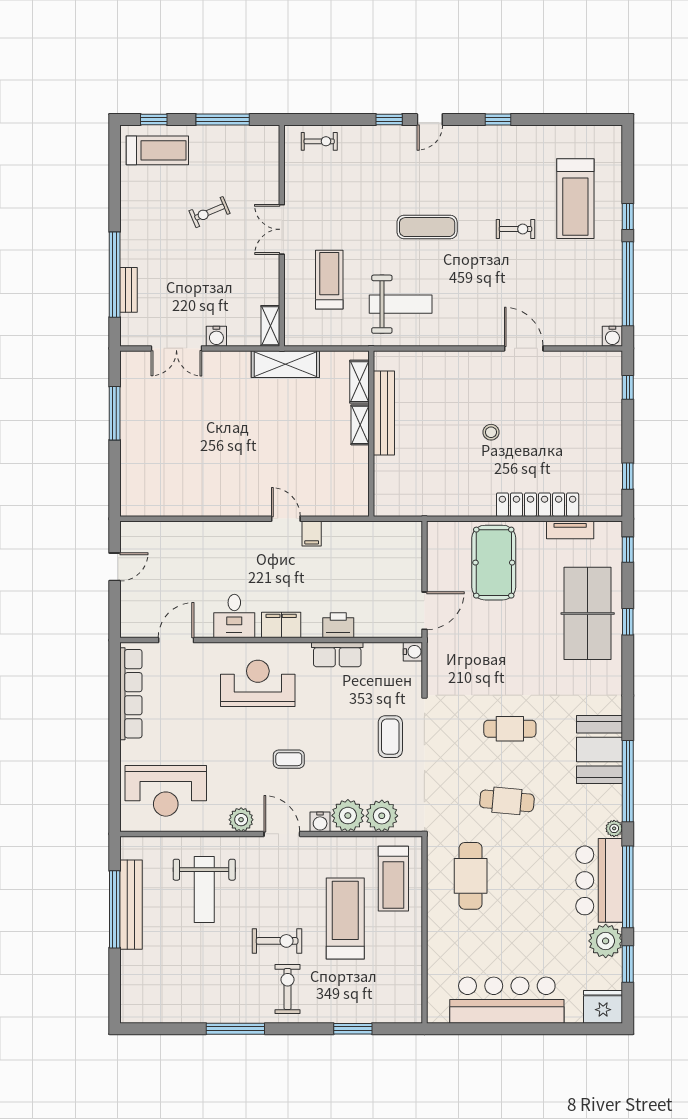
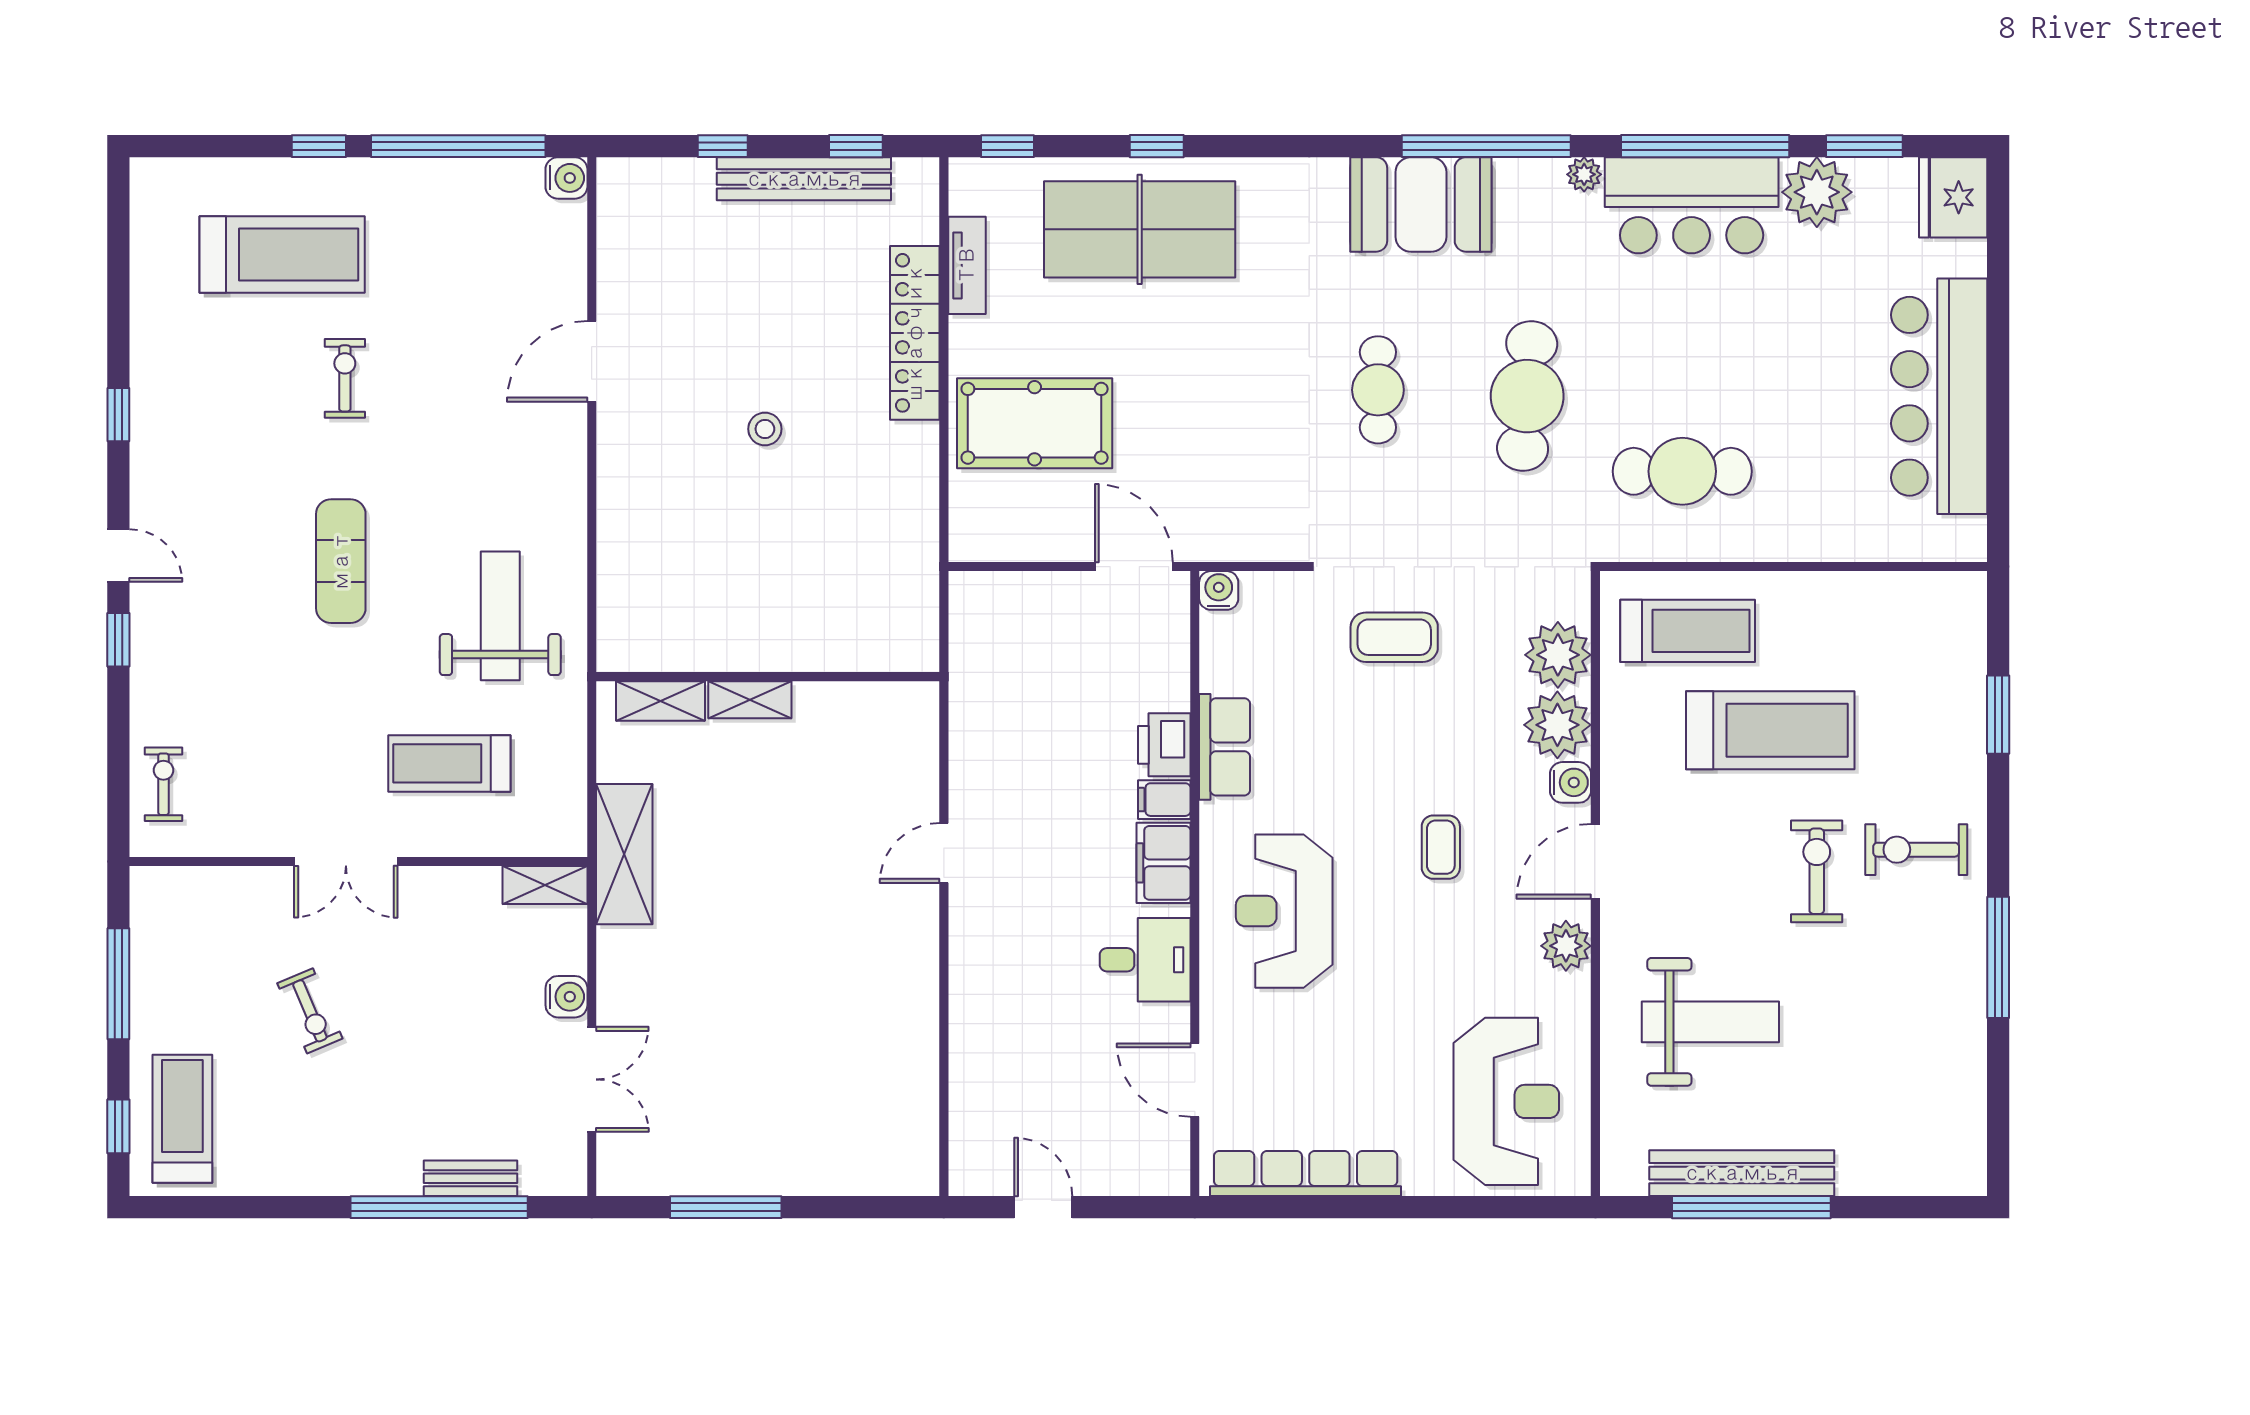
window: (628, 387) -> (723, 146), moved
bench: (384, 413) -> (804, 179), moved
filing cabinet: (312, 533) -> (1164, 800), moved, turned 180
cafe table: (507, 801) -> (1527, 396), width x1.37, depth x1.35
treadmill: (345, 918) -> (1770, 730), turned 180

